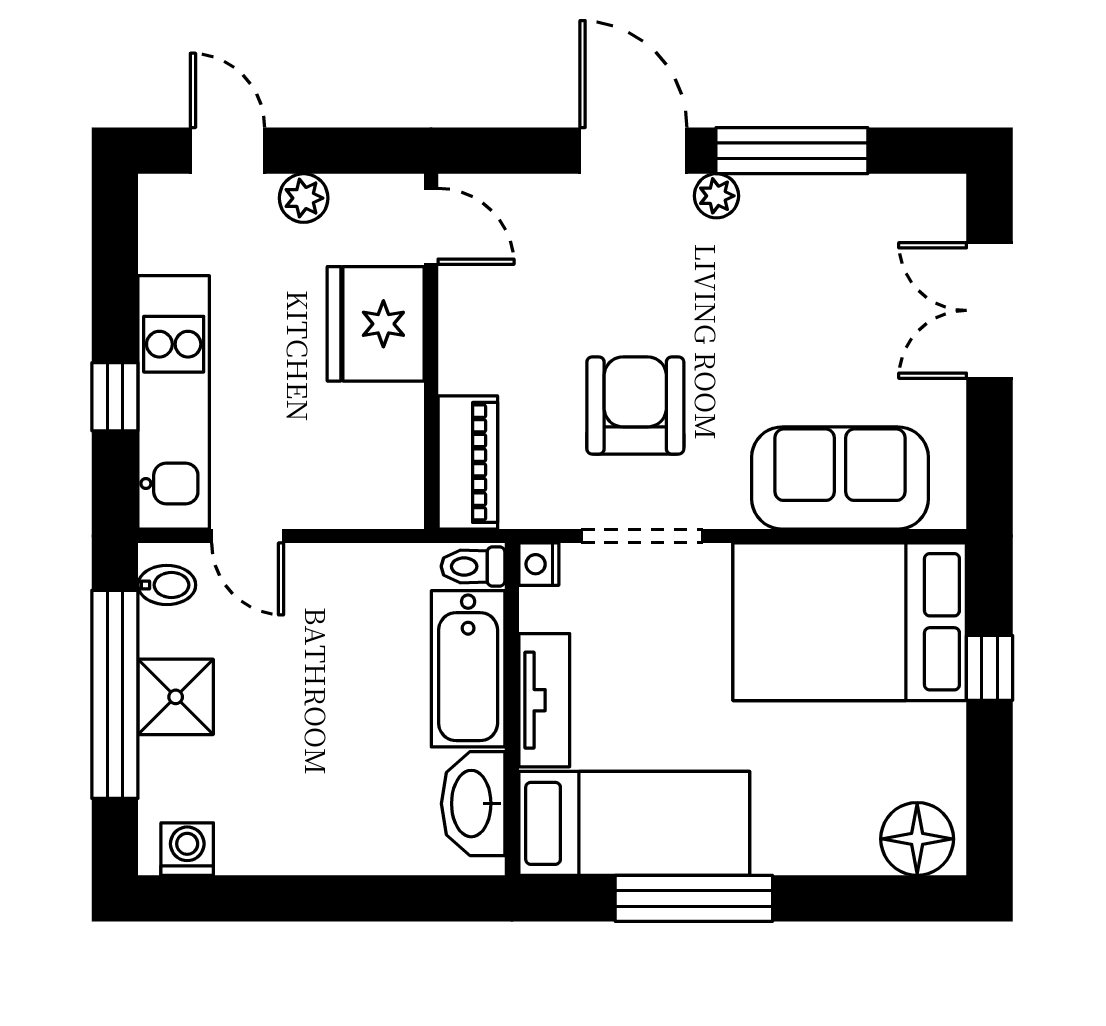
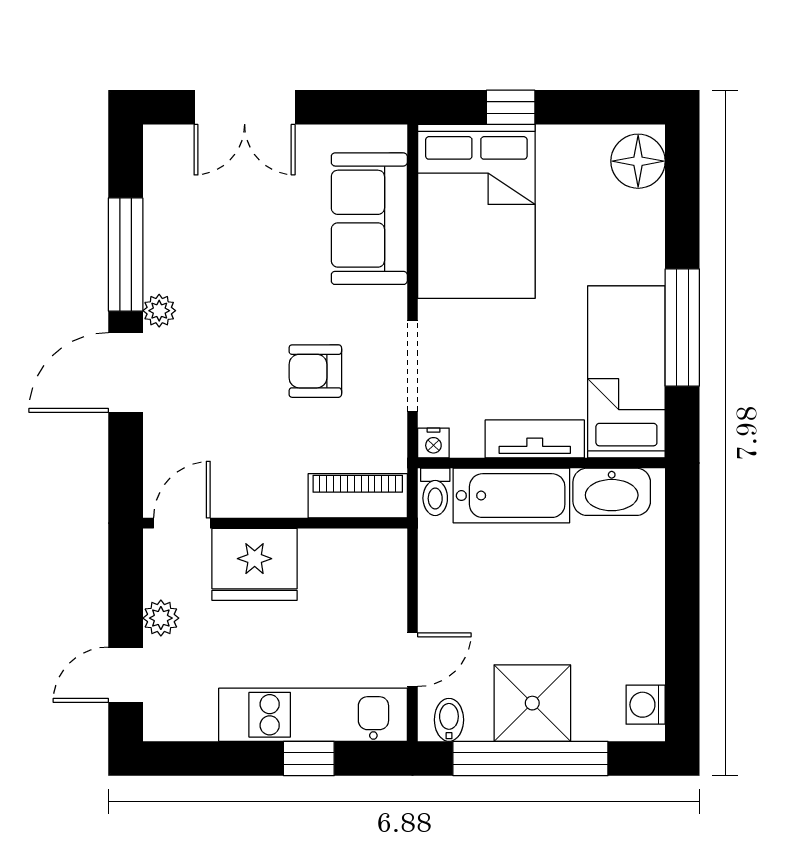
armchair: (635, 405) -> (315, 371), width x0.72, depth x0.72
shower: (176, 697) -> (532, 703), width x1.36, depth x1.36

